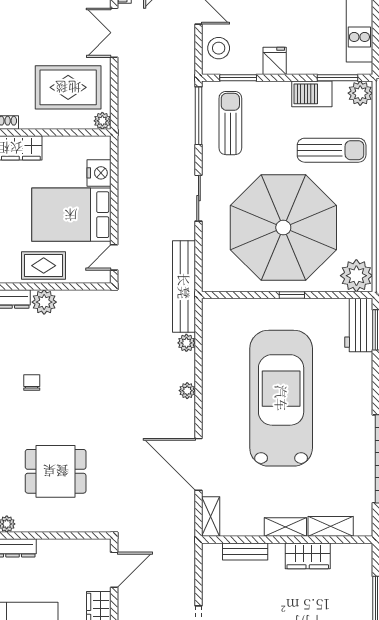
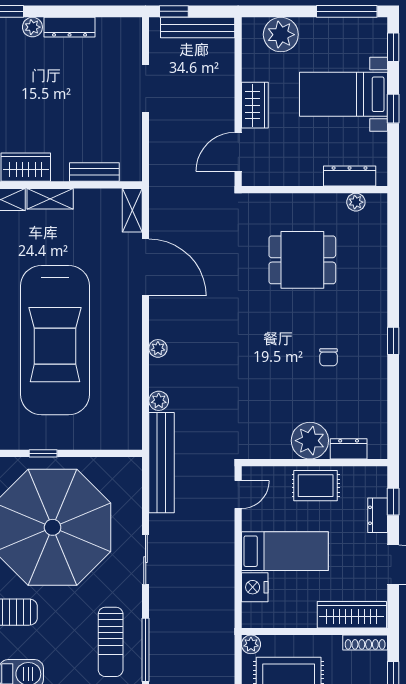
bed: (71, 215) -> (285, 551), width x0.67
plant: (44, 302) -> (310, 441), width x1.36, depth x1.36

